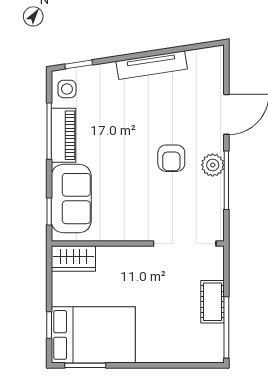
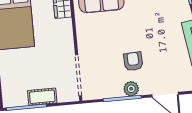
armchair: (171, 158) -> (133, 61), turned 87

